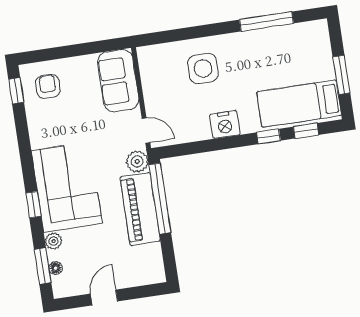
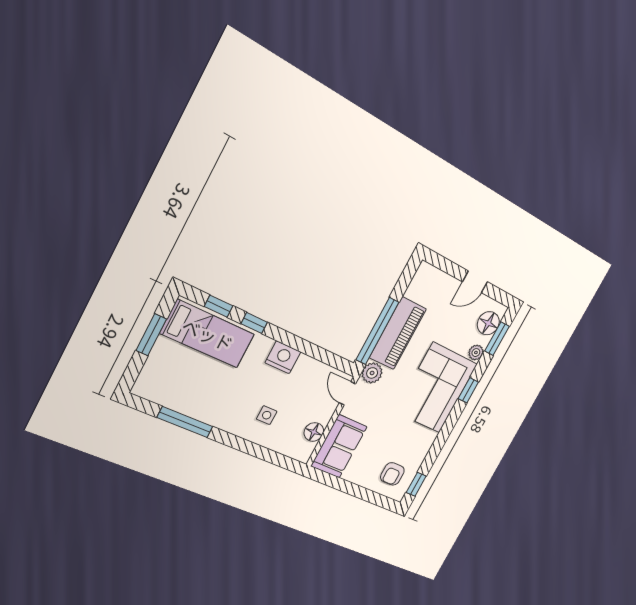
side table: (203, 68) -> (267, 415), width x0.54, depth x0.54
floor lamp: (151, 79) -> (314, 432), added
floor lamp: (56, 268) -> (488, 323), width x1.89, depth x1.89

